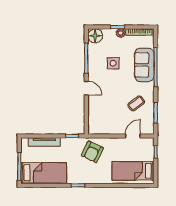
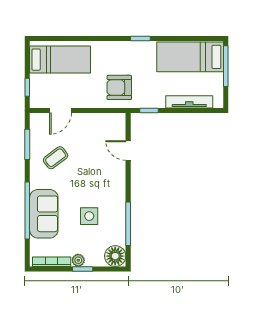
door: (86, 88) -> (128, 150), moved
armchair: (92, 152) -> (119, 87), turned -115

